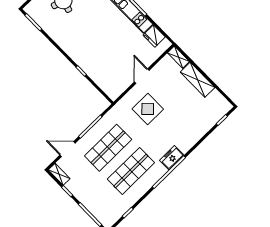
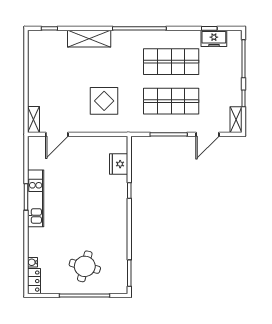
fridge: (154, 36) -> (119, 164), moved, turned 180
door: (142, 76) -> (57, 134), moved
shelving: (198, 80) -> (89, 39), moved, turned 90
door: (67, 149) -> (207, 134), hinge flipped
freezer: (172, 158) -> (214, 38), moved

